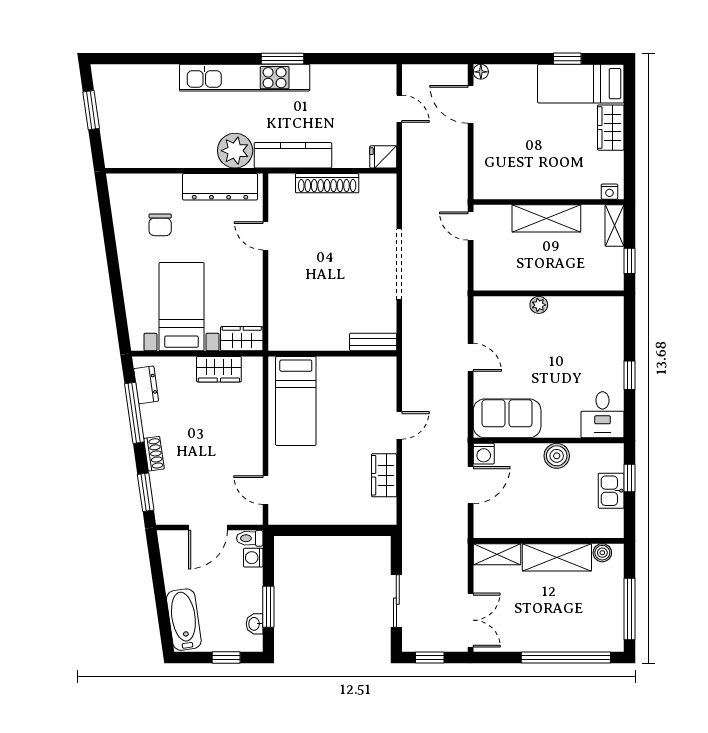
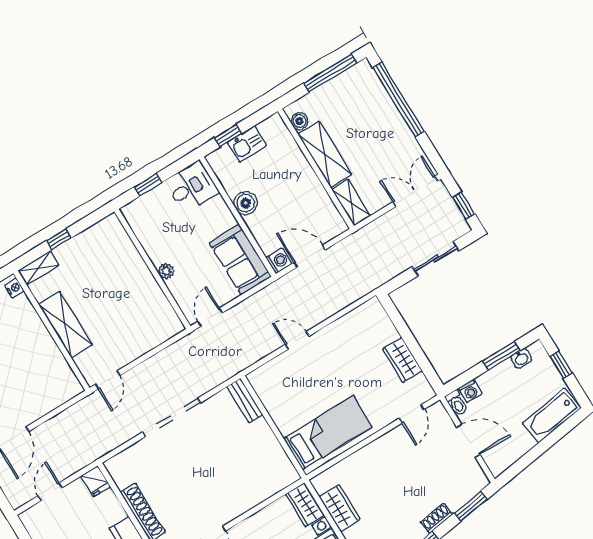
wall: (549, 293) -> (152, 269), moved
plant: (539, 305) -> (166, 271), moved
wardrobe: (384, 475) -> (402, 360), moved, turned 90

